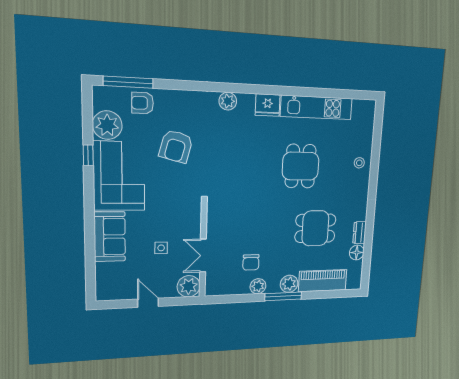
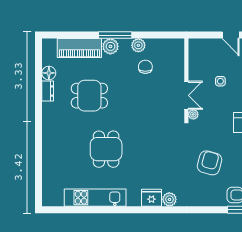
fridge: (268, 105) -> (151, 198), moved
stool: (359, 163) -> (53, 153), removed
double door: (203, 256) -> (186, 95), moved
plant: (189, 286) -> (193, 114), moved, width x0.53, depth x0.53

